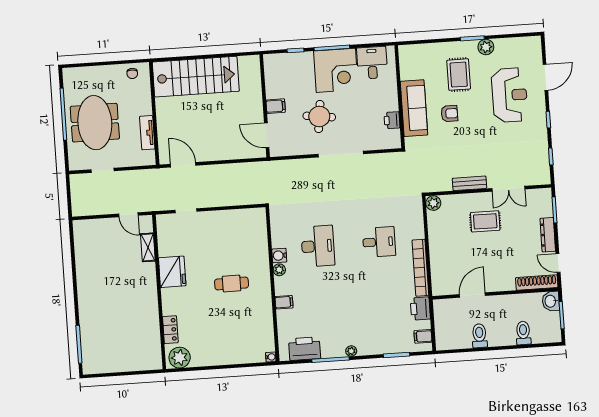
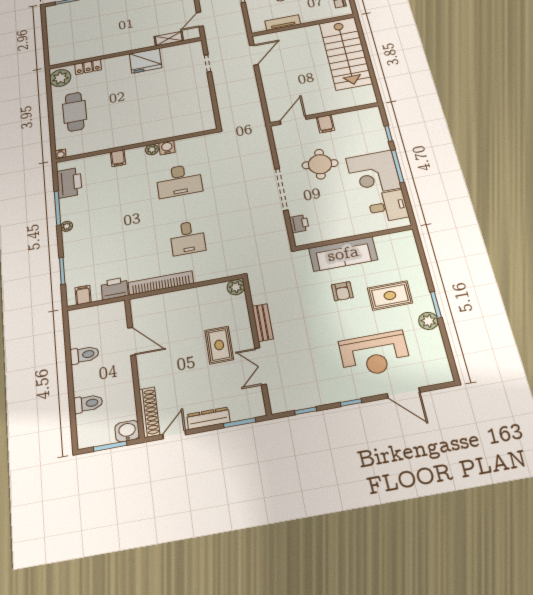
printer: (392, 120) -> (299, 224), moved, turned 90
cafe table: (232, 283) -> (75, 112), moved, width x1.37, depth x1.35

